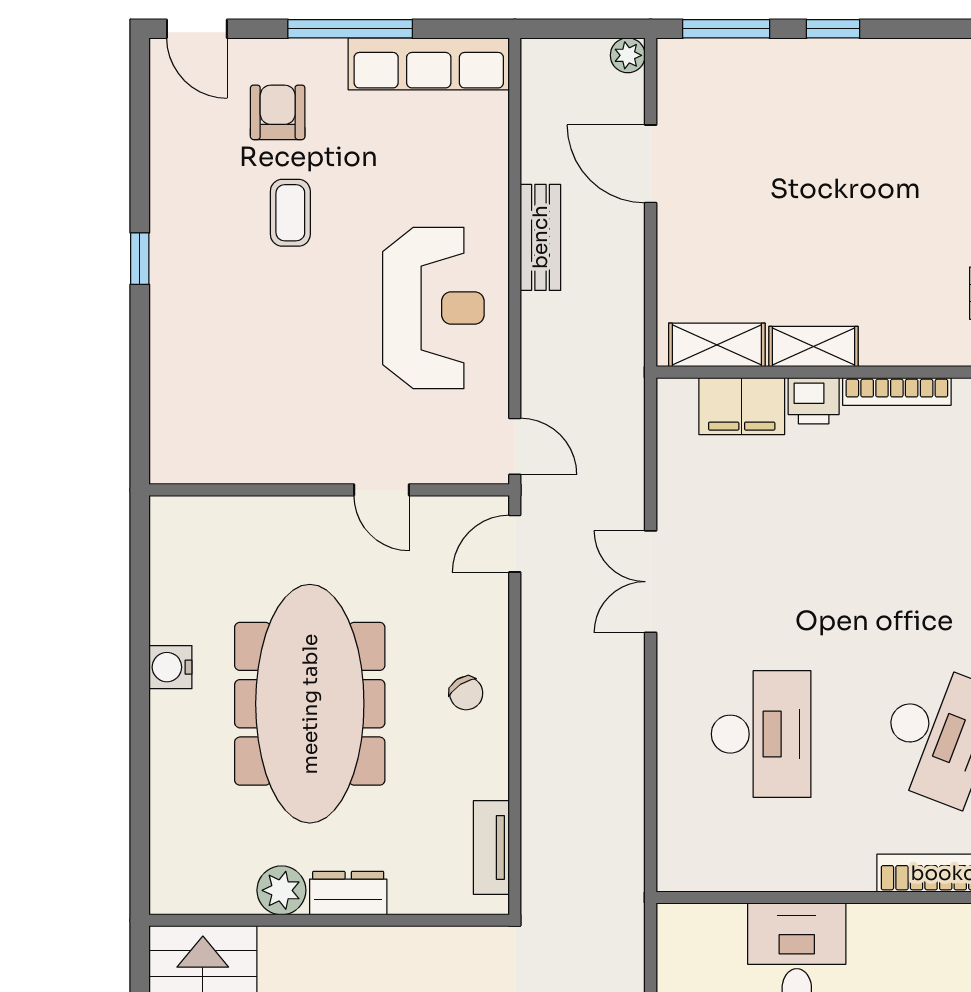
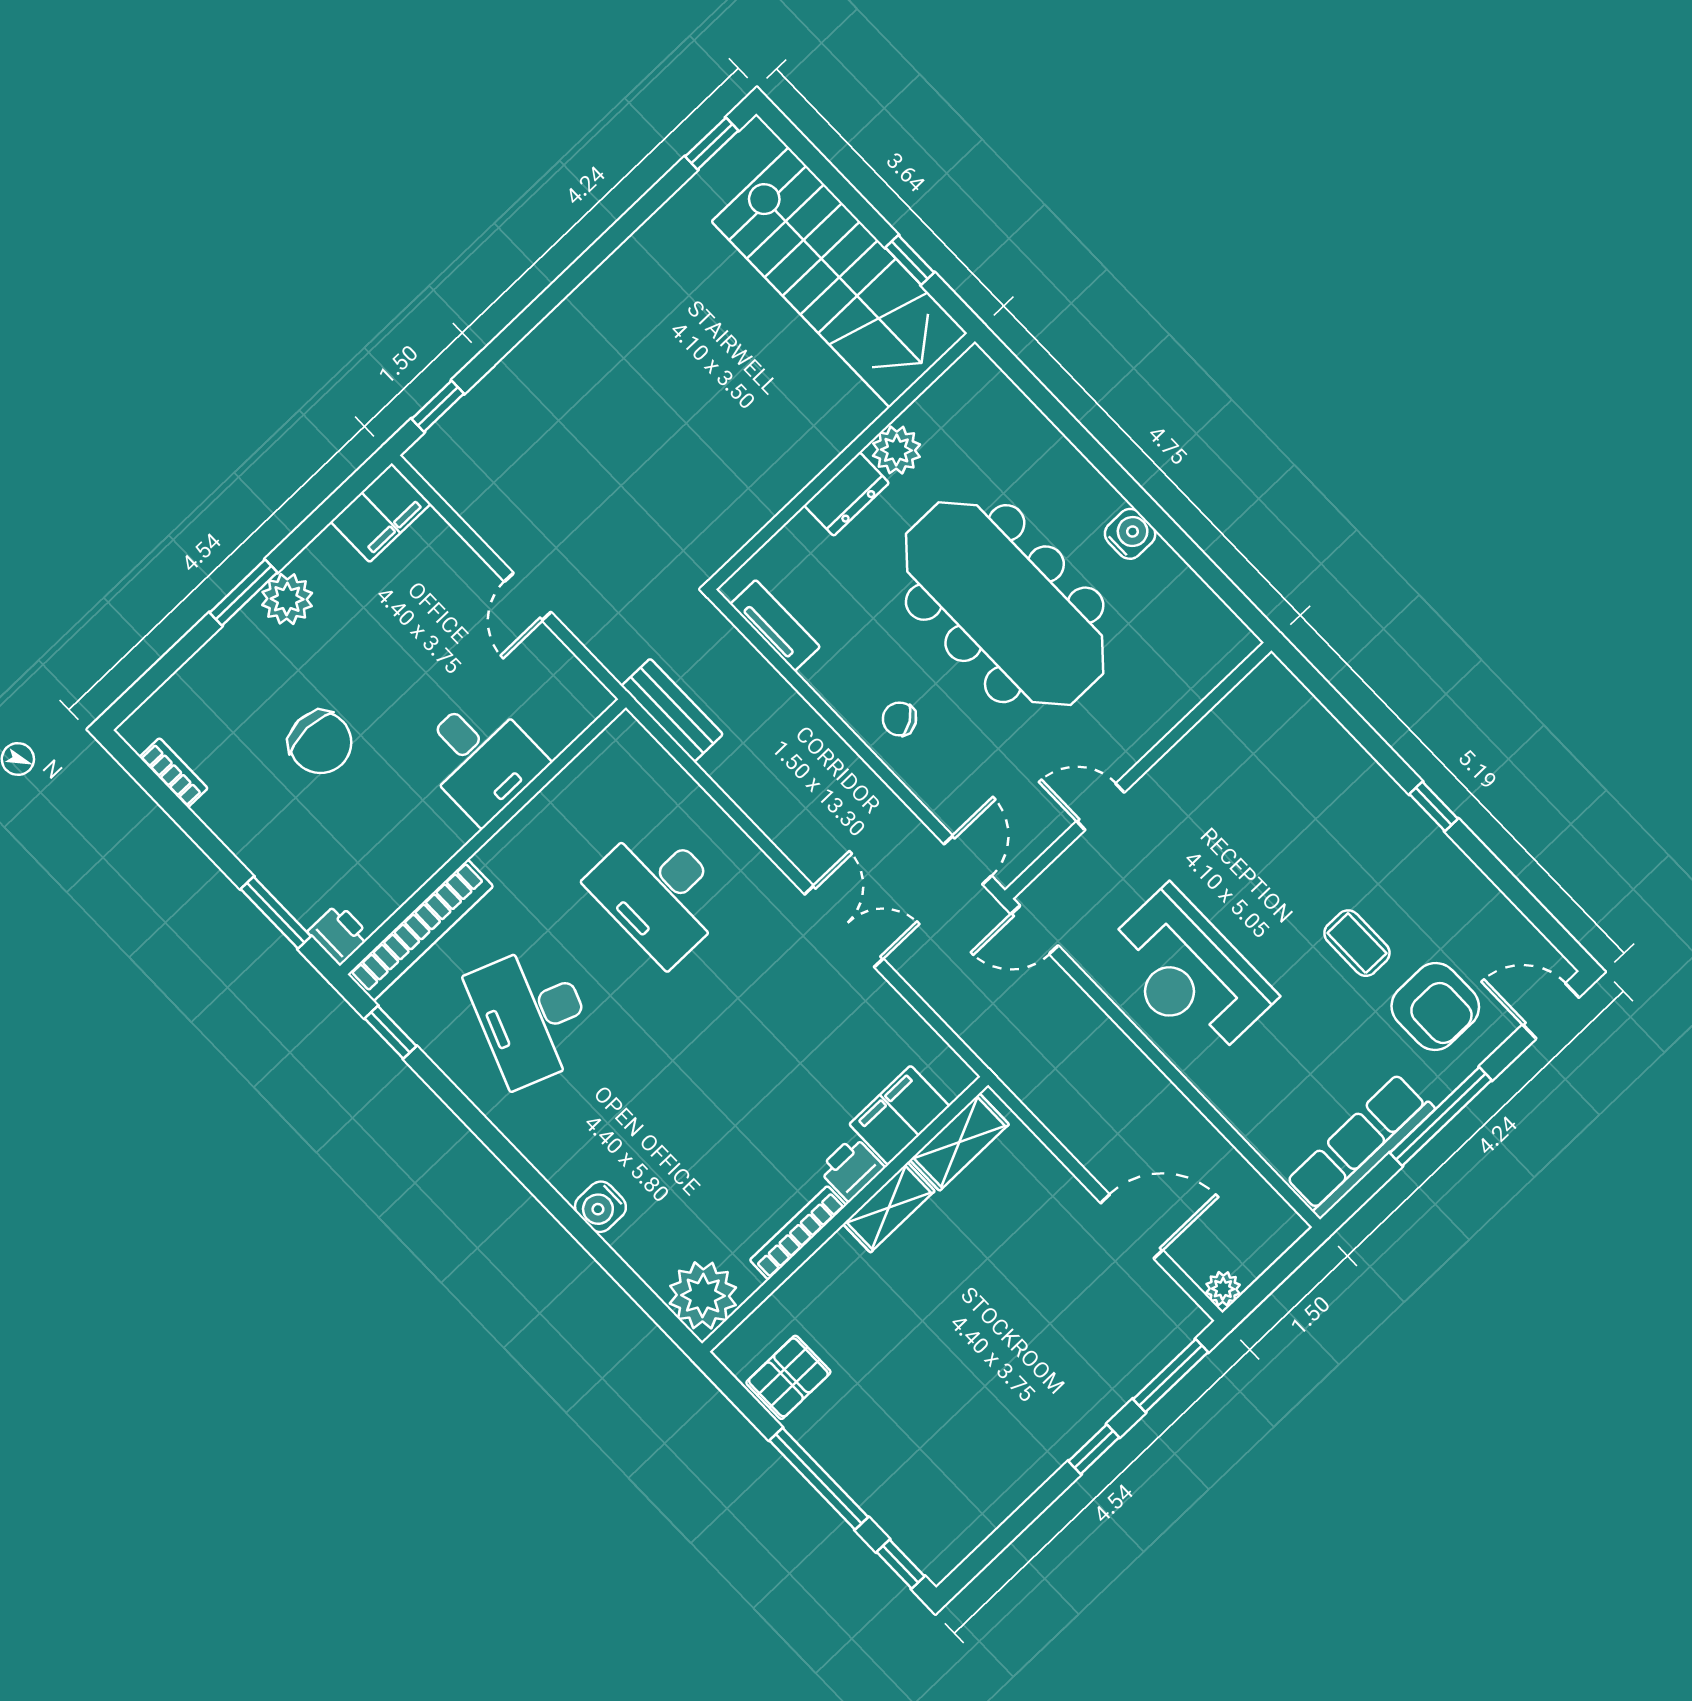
armchair: (278, 112) -> (1435, 1007), width x1.38, depth x1.38
bench: (540, 237) -> (672, 710), moved

